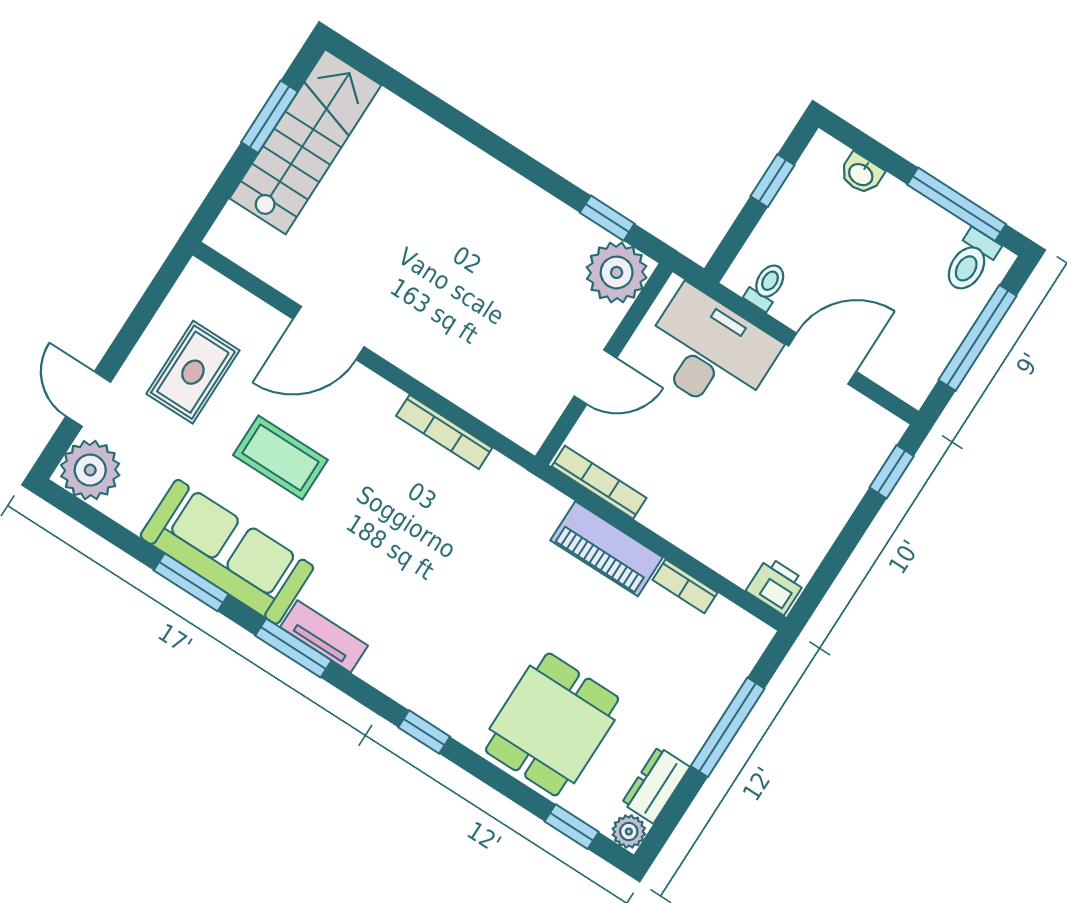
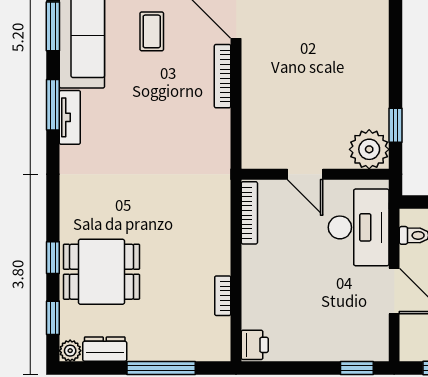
bookcase: (444, 432) -> (223, 76), moved
coffee table: (280, 458) -> (152, 31), width x0.73, depth x0.77
piano: (607, 549) -> (216, 240), removed
window: (424, 732) -> (53, 258), moved

